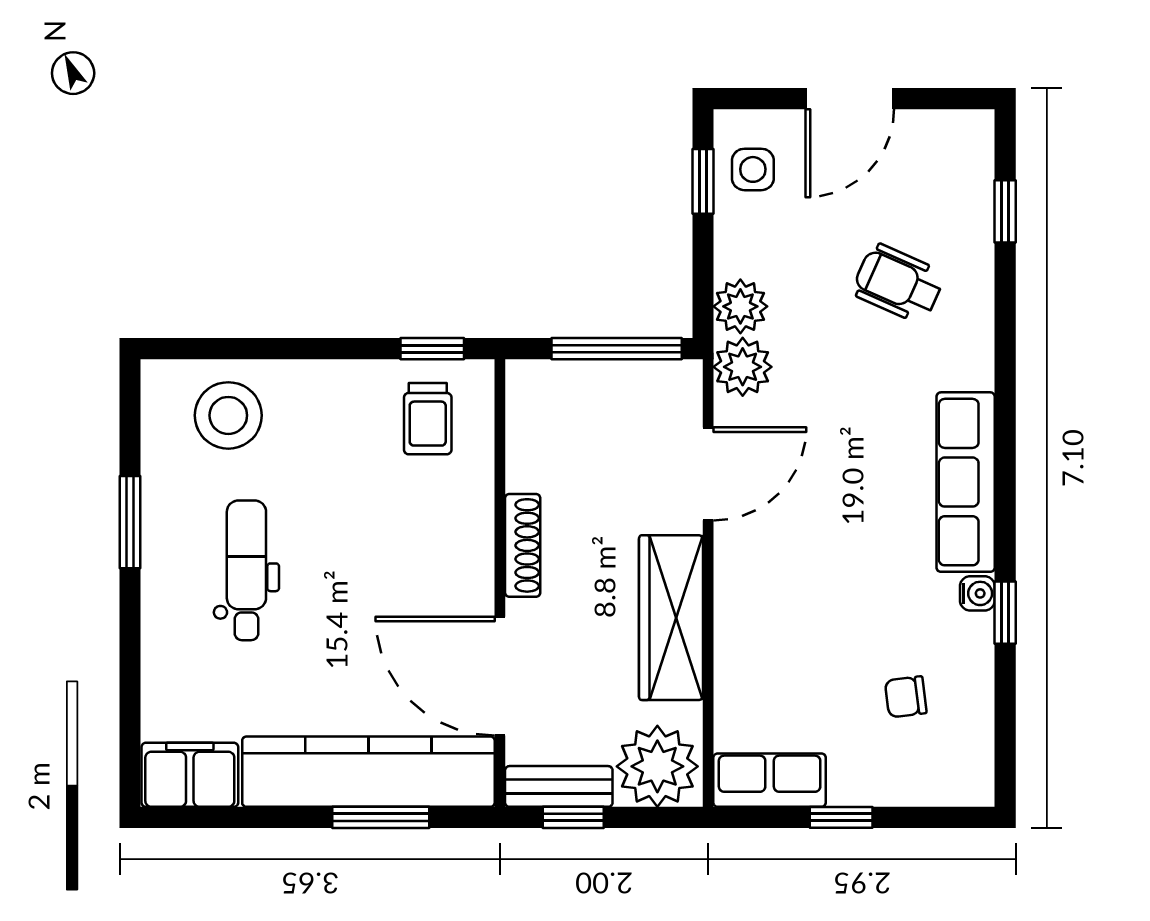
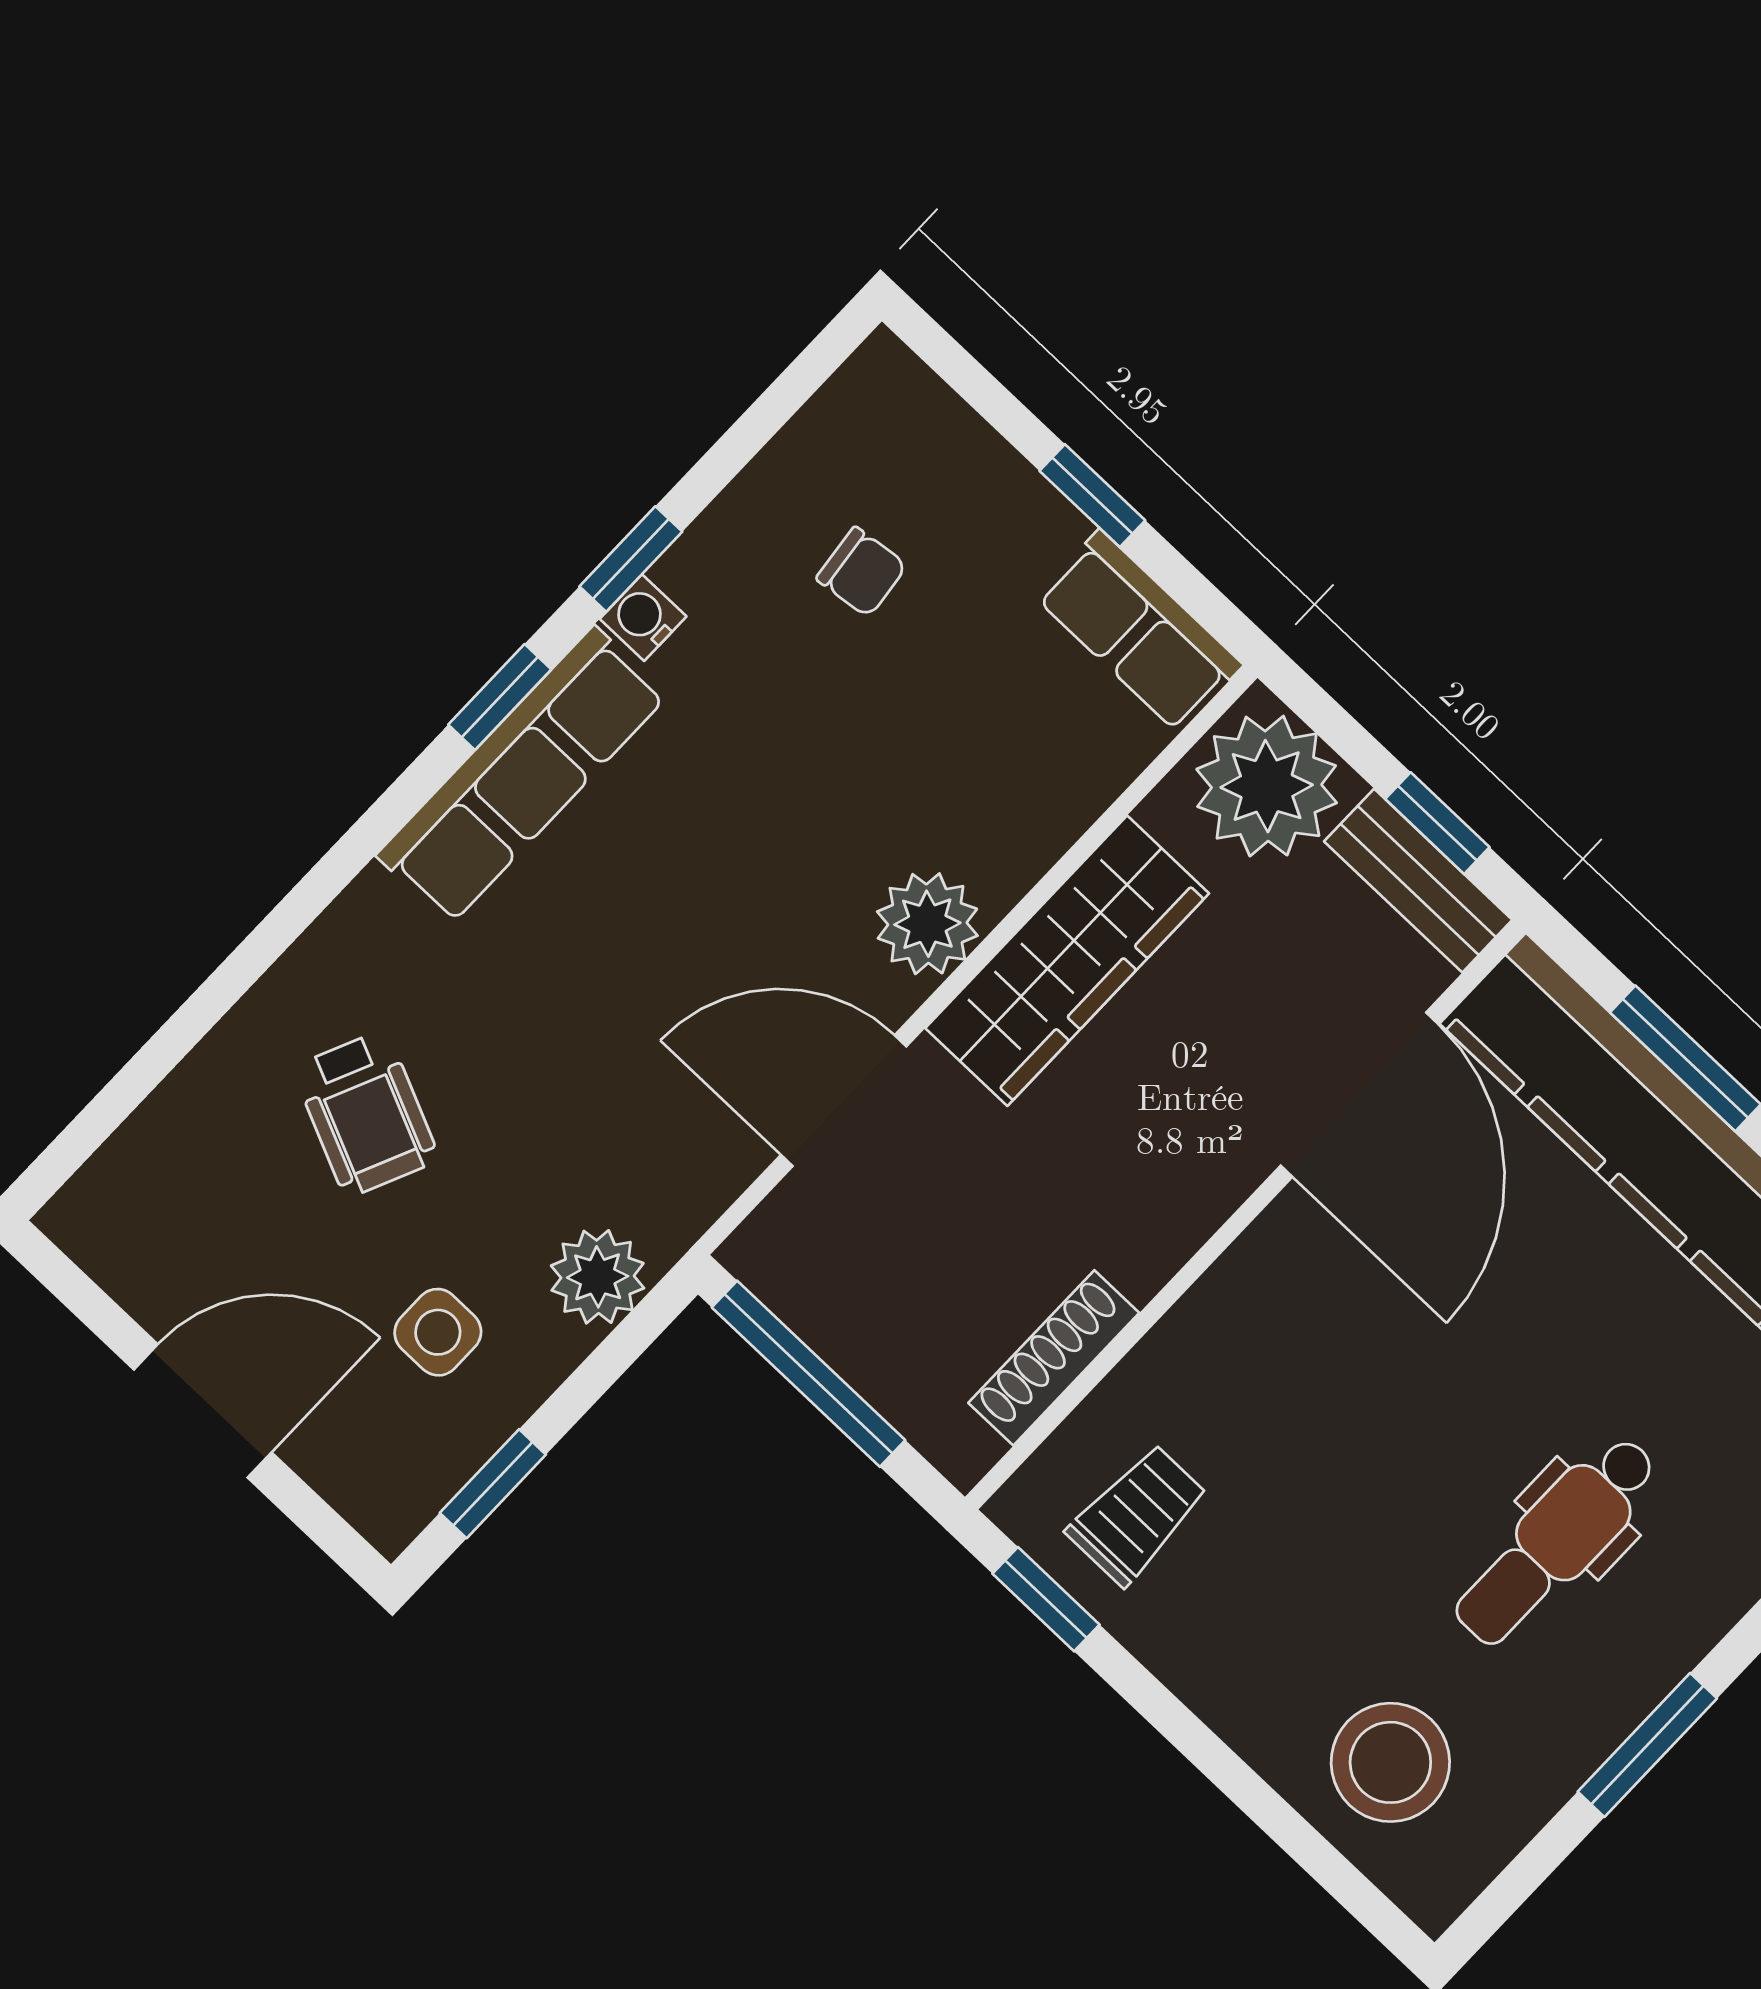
side table: (753, 169) -> (438, 1332), moved
window: (1005, 211) -> (500, 697), moved
plant: (743, 367) -> (927, 924), moved
shoe rack: (523, 545) -> (1054, 1358), moved

